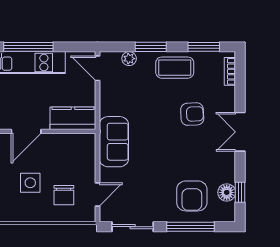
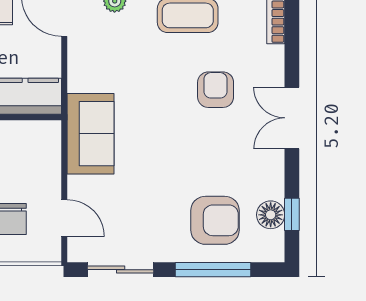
armchair: (192, 114) -> (216, 90), turned -87
door: (97, 194) -> (64, 218), hinge flipped
armchair: (192, 196) -> (215, 220), turned -90

